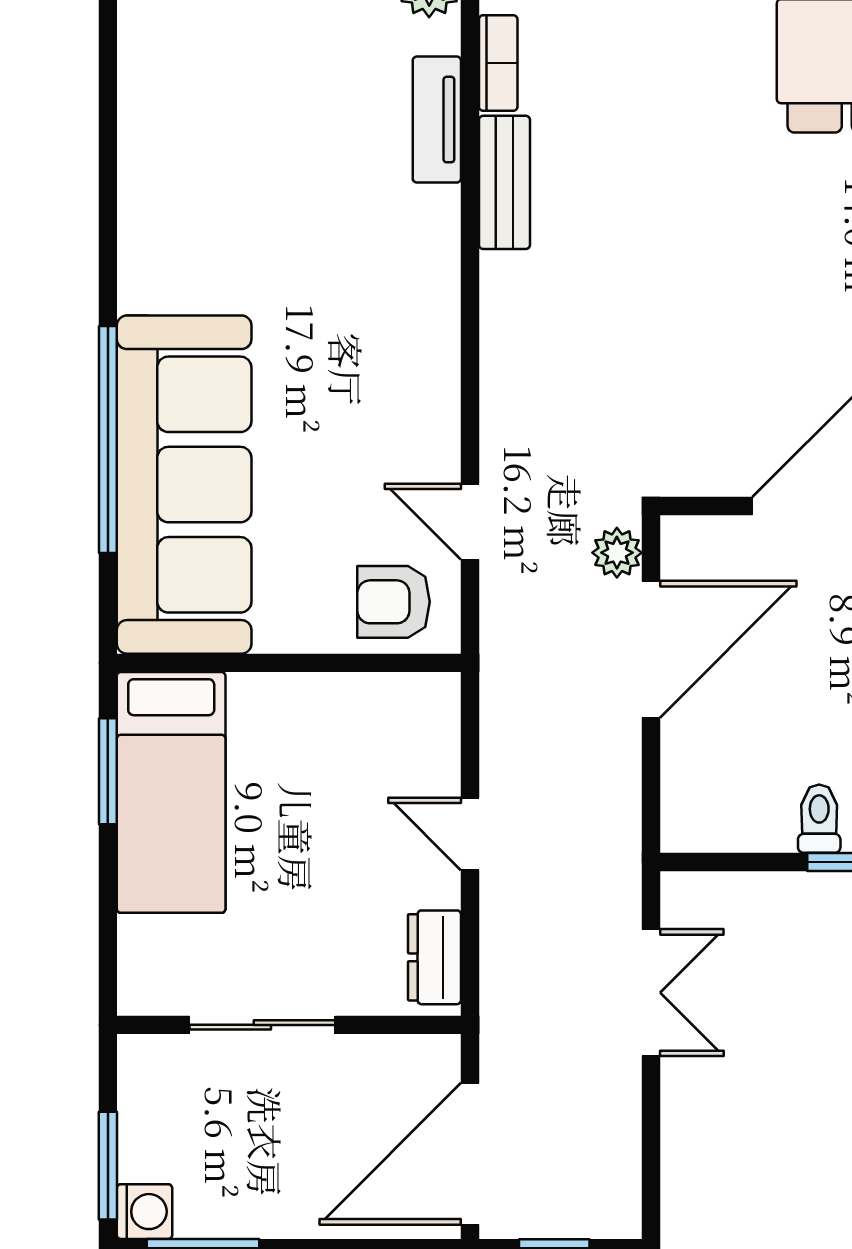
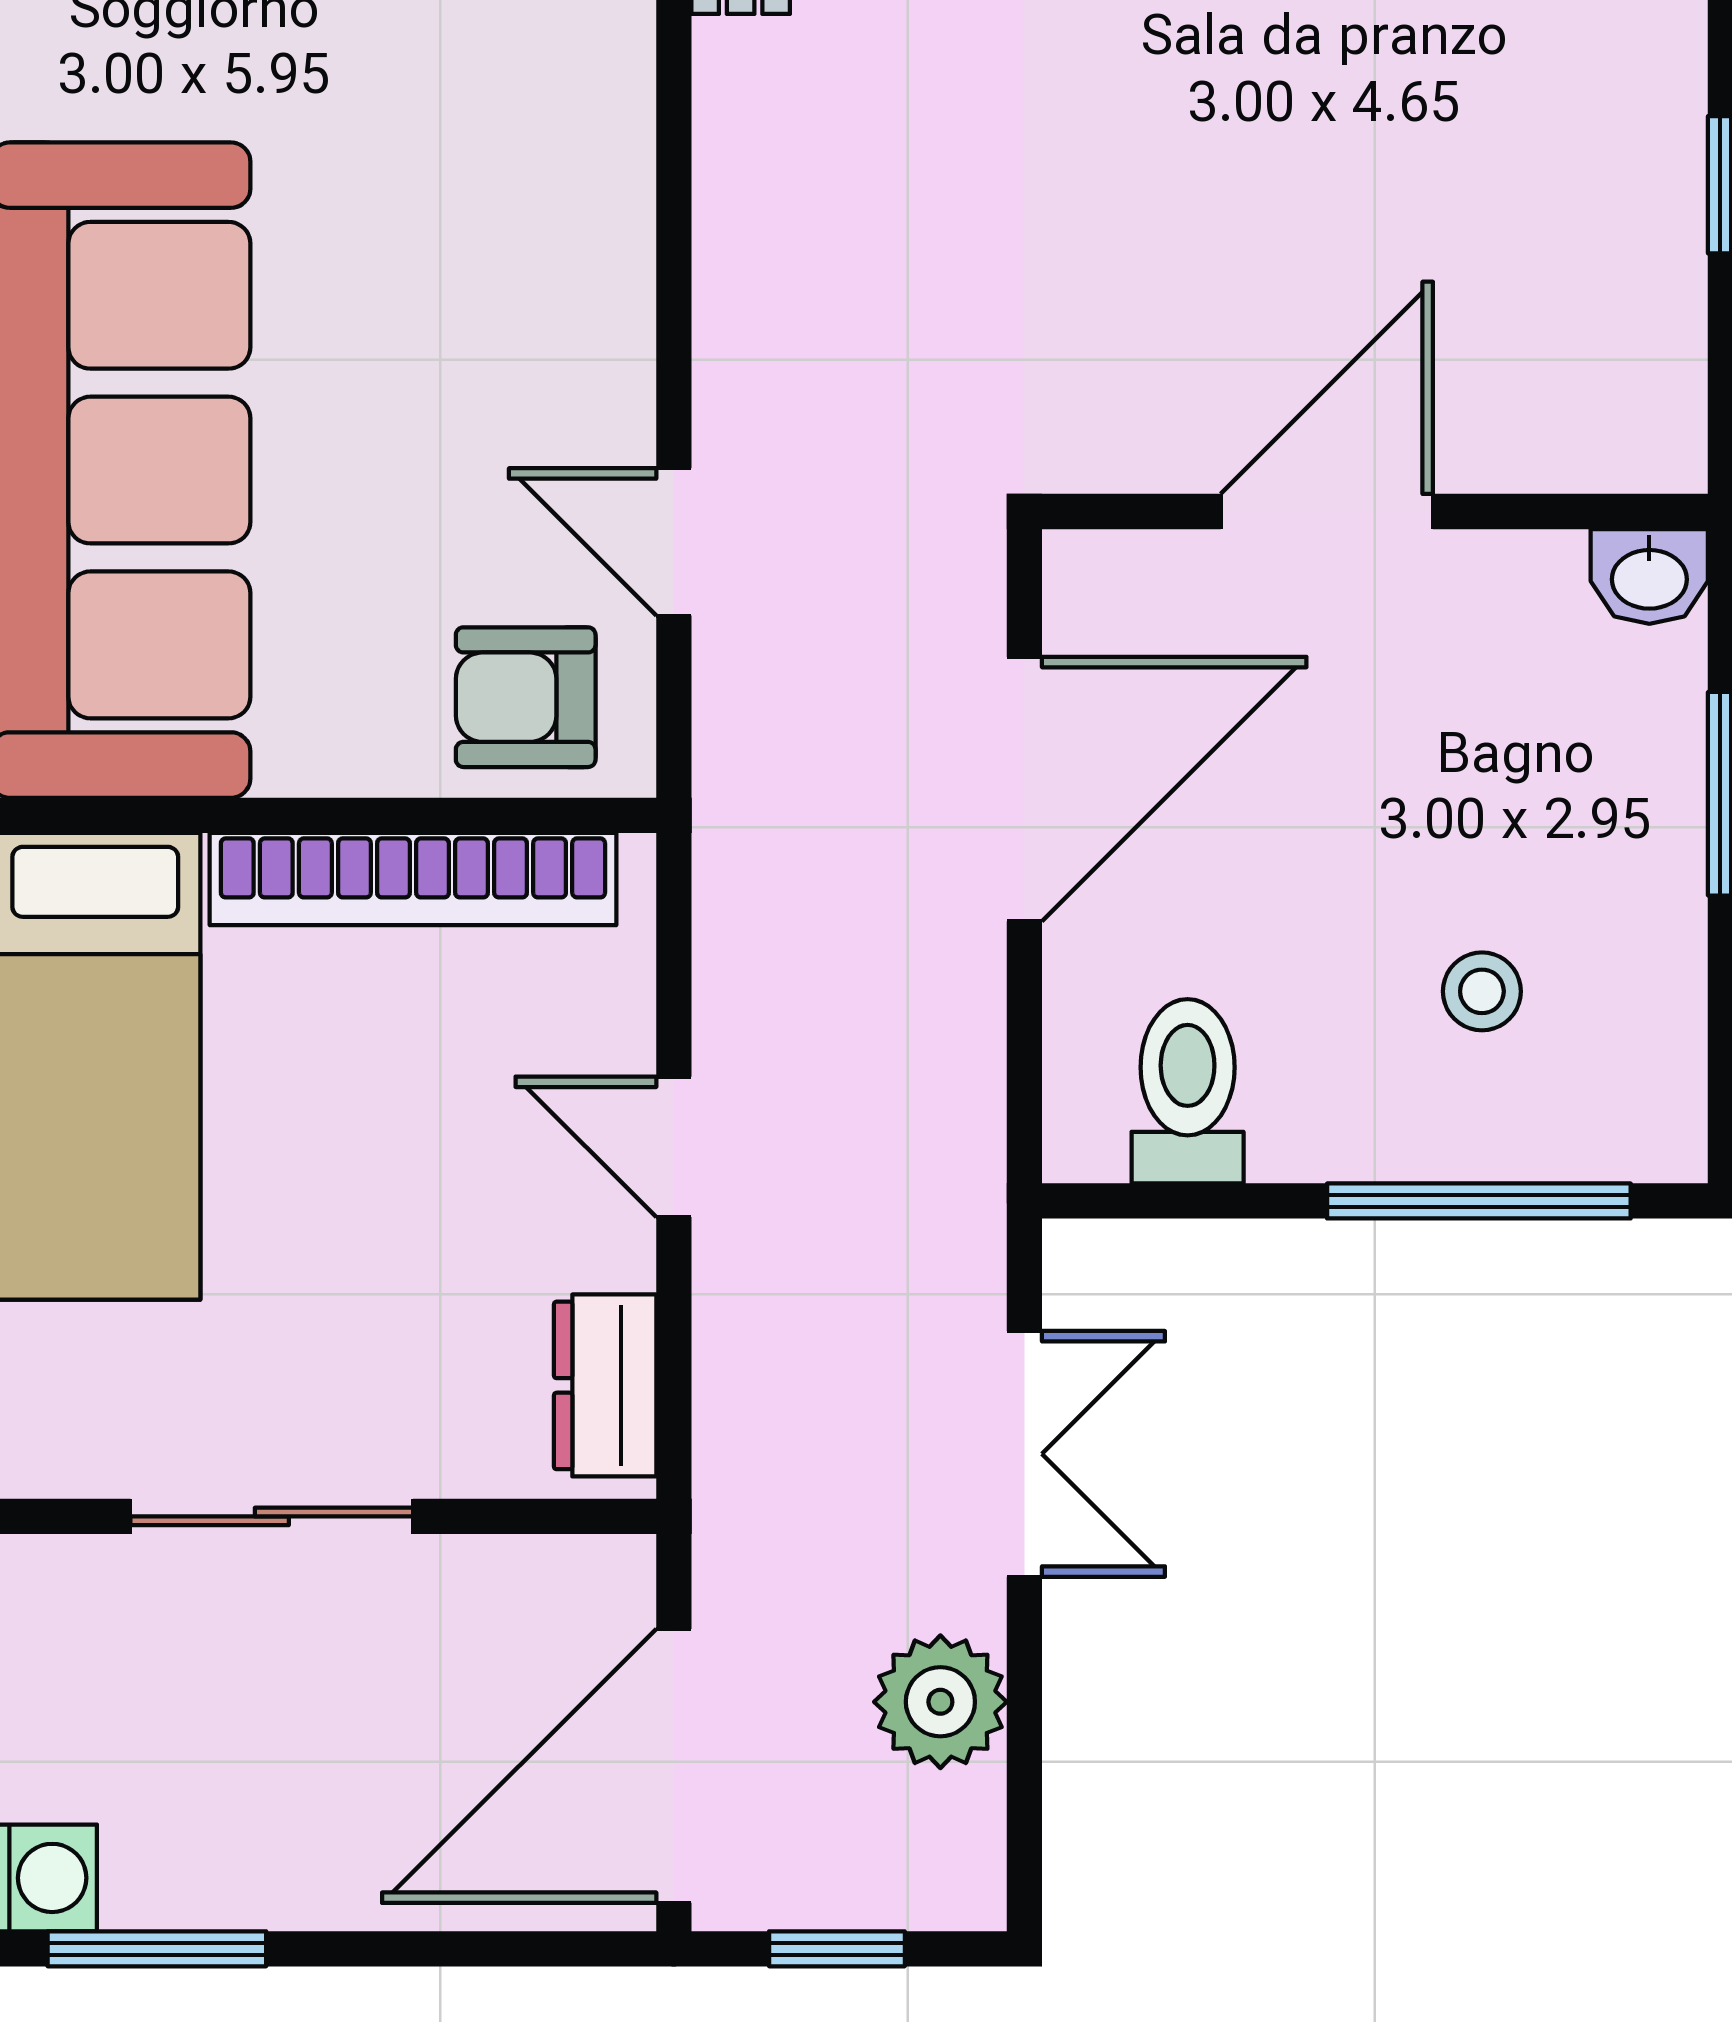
plant: (617, 553) -> (940, 1702), moved, width x1.38, depth x1.38
bookcase: (335, 696) -> (413, 879), added
toilet: (819, 819) -> (1188, 1091), moved, width x1.37, depth x1.39

